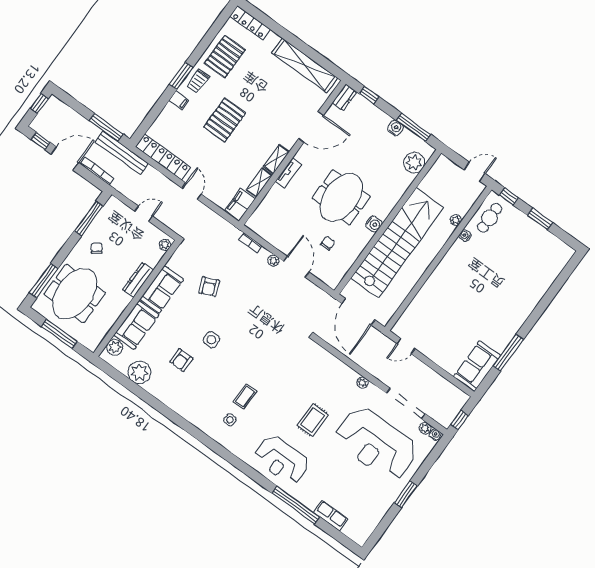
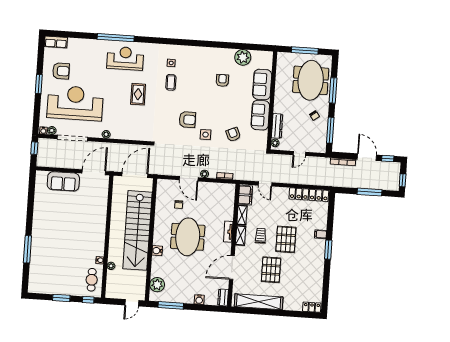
locker: (250, 23) -> (312, 307), width x0.66
pallet: (225, 57) -> (271, 270), moved
trolley: (198, 81) -> (261, 236), moved
window: (369, 95) -> (209, 308), removed
window: (106, 127) -> (370, 192), moved
water cooler: (395, 128) -> (199, 300), moved
bench: (122, 153) -> (335, 182), removed
door: (65, 158) -> (367, 157), swing flipped
door: (475, 172) -> (132, 303), moved
door: (192, 191) -> (265, 184), moved
water cooler: (374, 224) -> (157, 251), moved
dresser: (138, 280) -> (277, 126), moved
window: (44, 281) -> (333, 90), moved
door: (358, 312) -> (135, 175), hinge flipped
armchair: (253, 339) -> (187, 120), added
side table: (211, 340) -> (205, 135), moved
door: (406, 346) -> (94, 172), width x1.87
plant: (115, 347) -> (267, 63), removed
window: (508, 353) -> (27, 249), moved
sofa: (477, 366) -> (63, 181), moved, turned 90
rug: (313, 420) -> (138, 94), moved
armchair: (369, 493) -> (61, 71), added
window: (296, 505) -> (116, 38), moved
row of seats: (331, 516) -> (56, 42), moved

